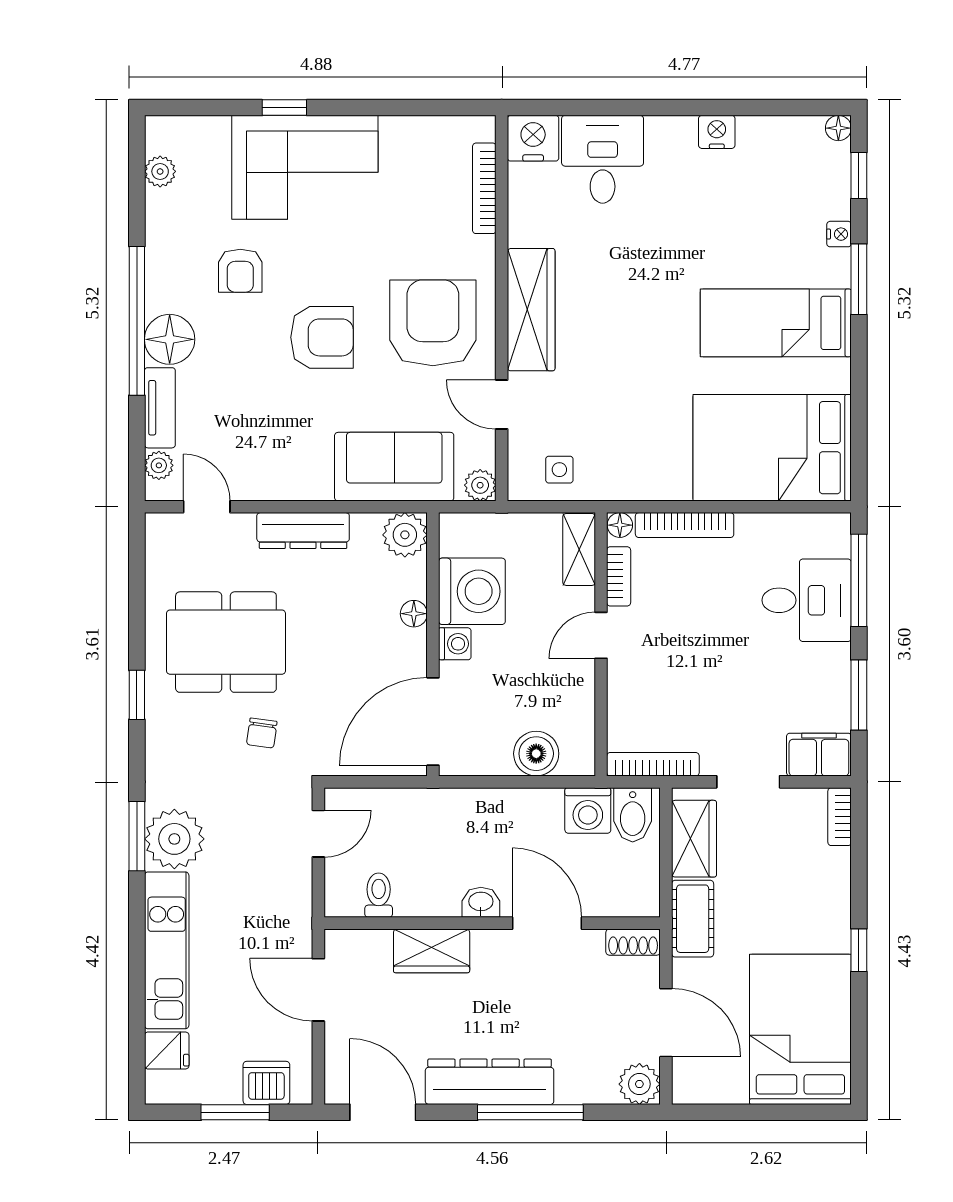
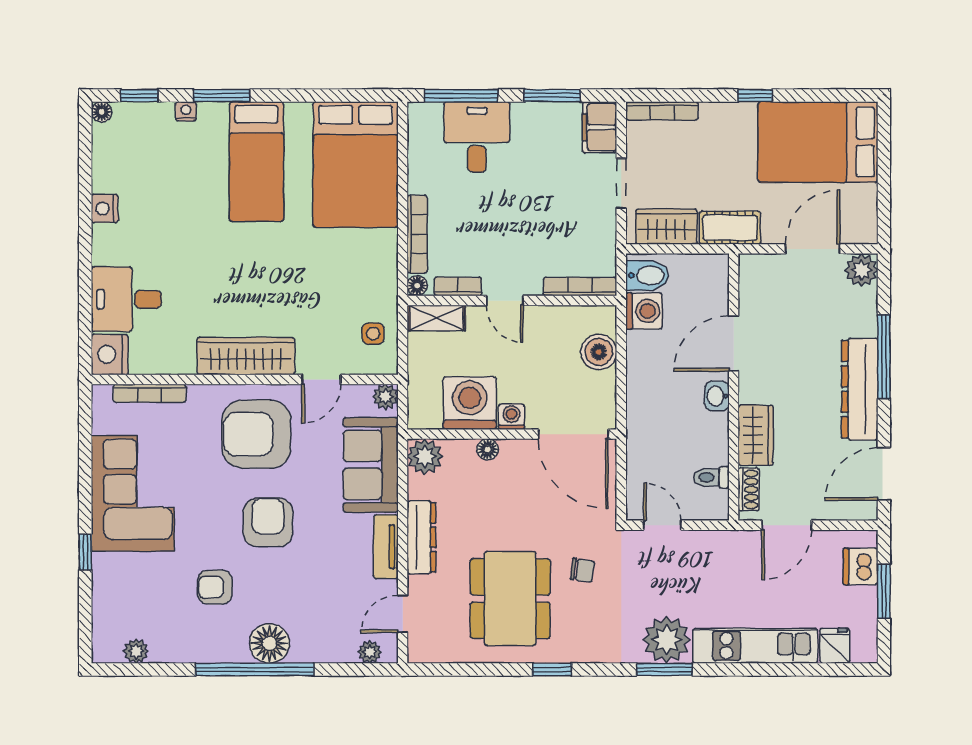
corner sofa: (305, 167) -> (133, 493), moved
armchair: (240, 271) -> (215, 587), turned 180
tv unit: (160, 408) -> (386, 547), moved, turned -90
bookcase: (653, 764) -> (580, 287), moved, turned 90
bookcase: (840, 817) -> (662, 111), width x1.56
shoe rack: (633, 942) -> (749, 489), moved

